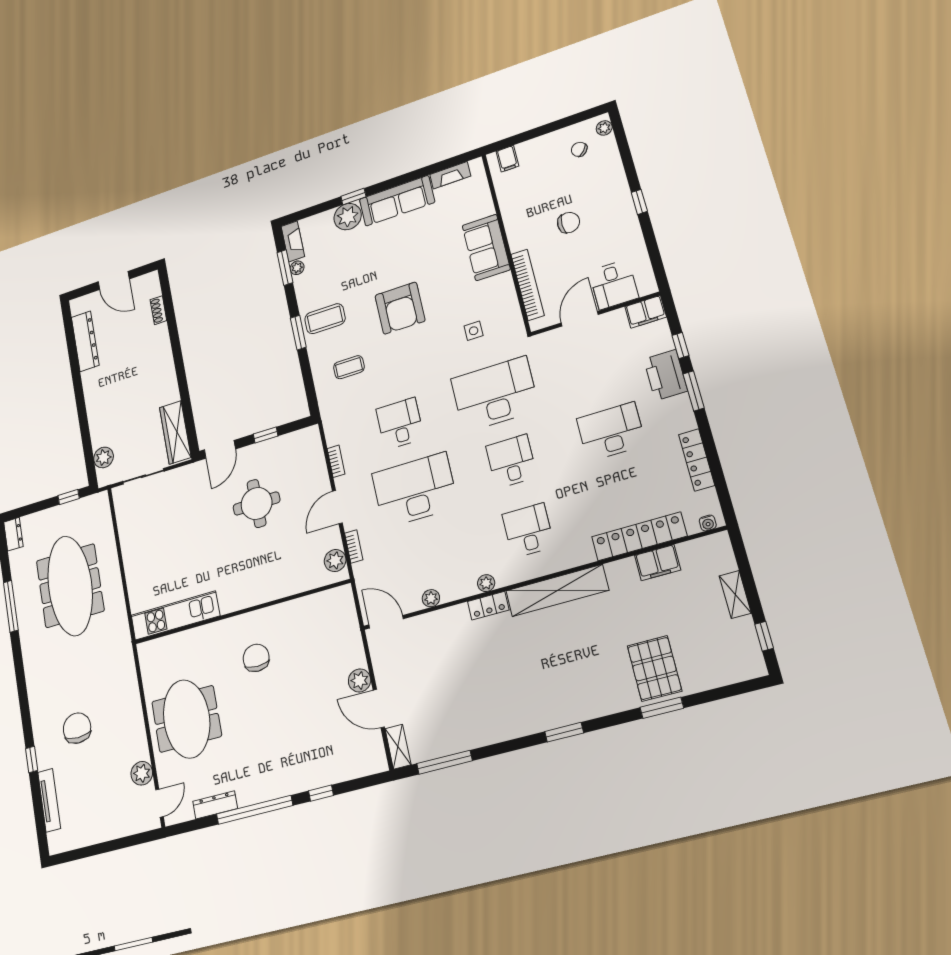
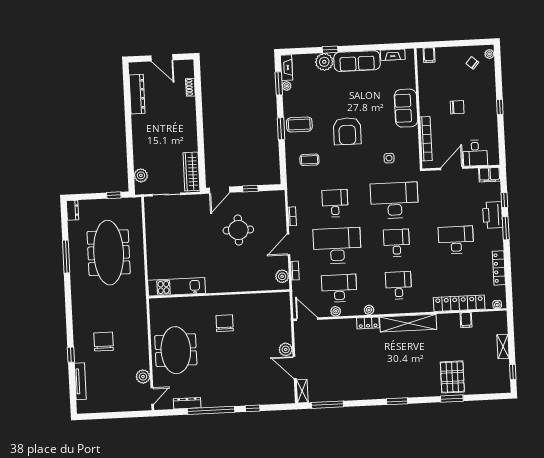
desk: (430, 558) -> (339, 288), added
filing cabinet: (658, 563) -> (466, 320), width x0.50

